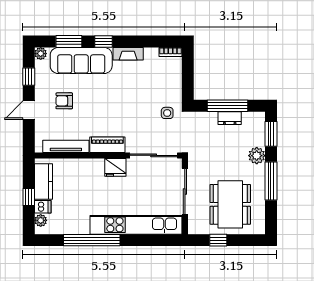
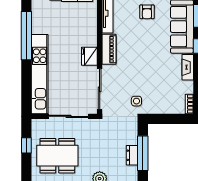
armchair: (64, 101) -> (147, 12), turned 180

